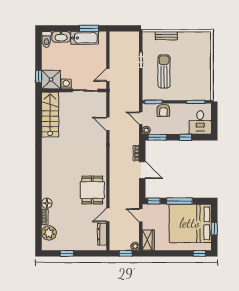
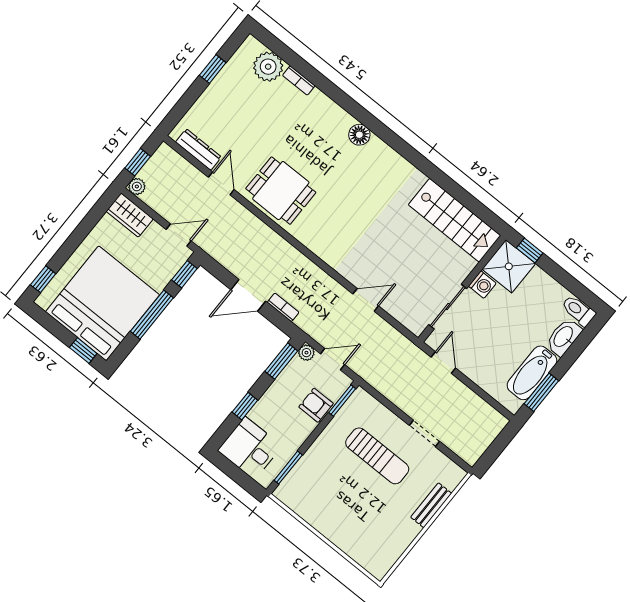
floor lamp: (47, 203) -> (359, 135), moved
window: (214, 229) -> (83, 351), moved

